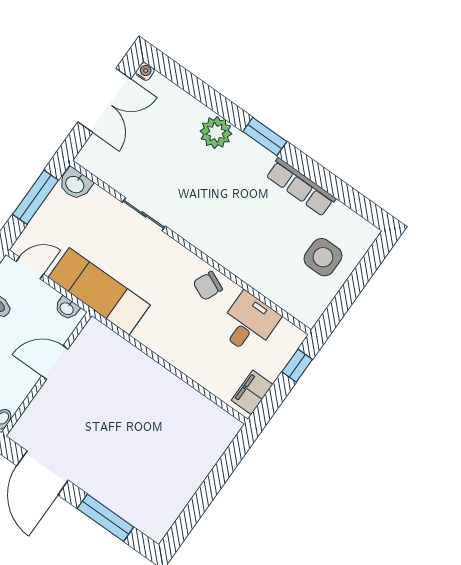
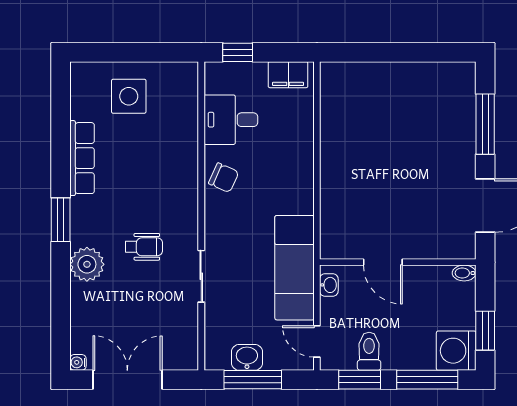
washbasin: (75, 184) -> (247, 357), moved, turned -90
wheelchair: (198, 186) -> (144, 247), added

